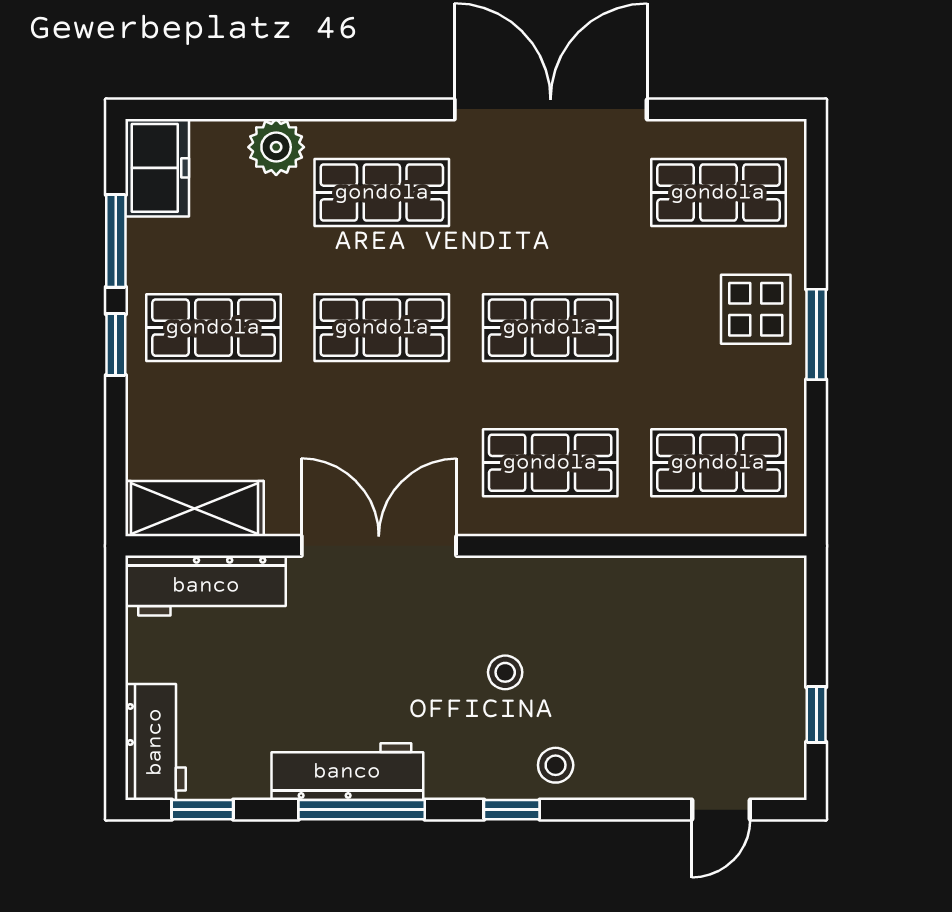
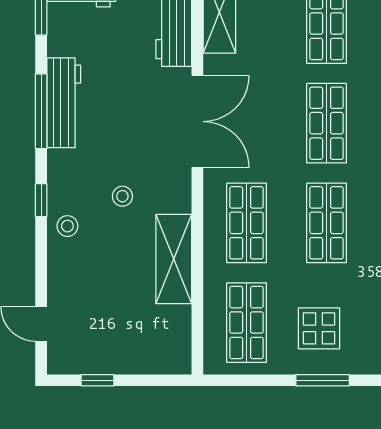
display table: (756, 309) -> (319, 328), moved
shelving: (611, 586) -> (174, 259), added

